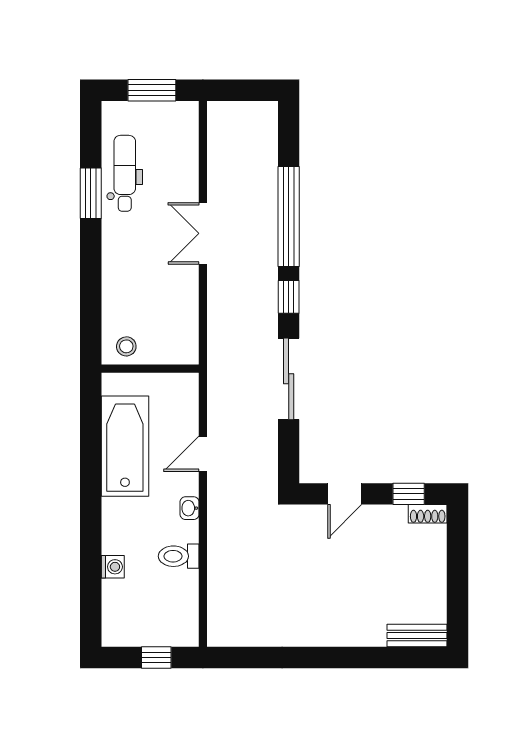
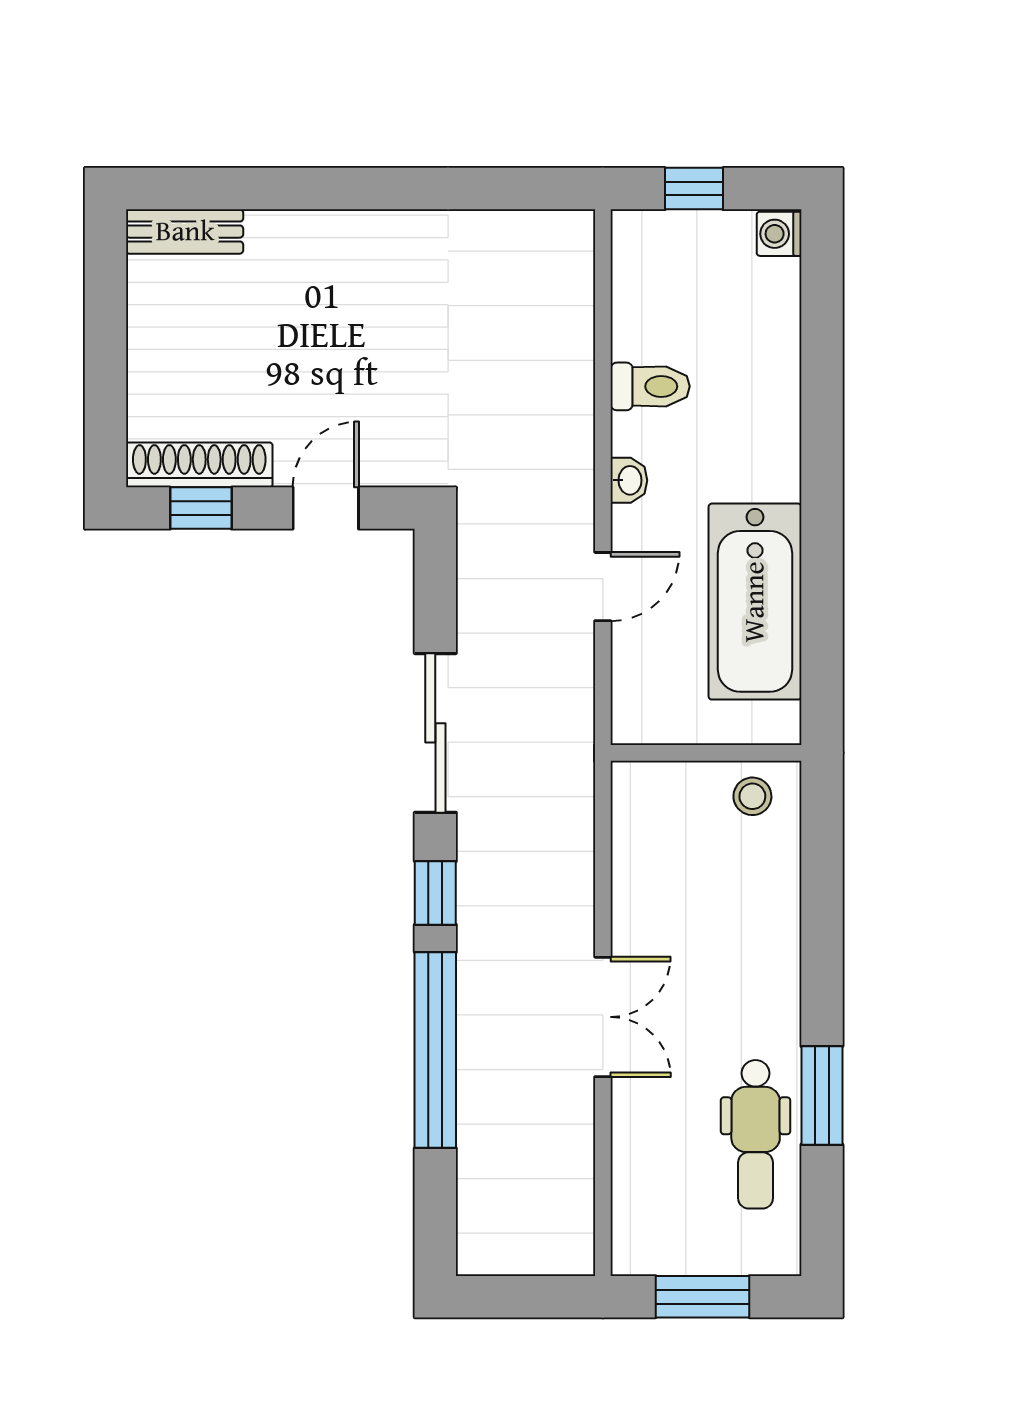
shoe rack: (428, 514) -> (199, 465), width x1.94, depth x1.24
washing machine: (113, 567) -> (779, 234), moved

